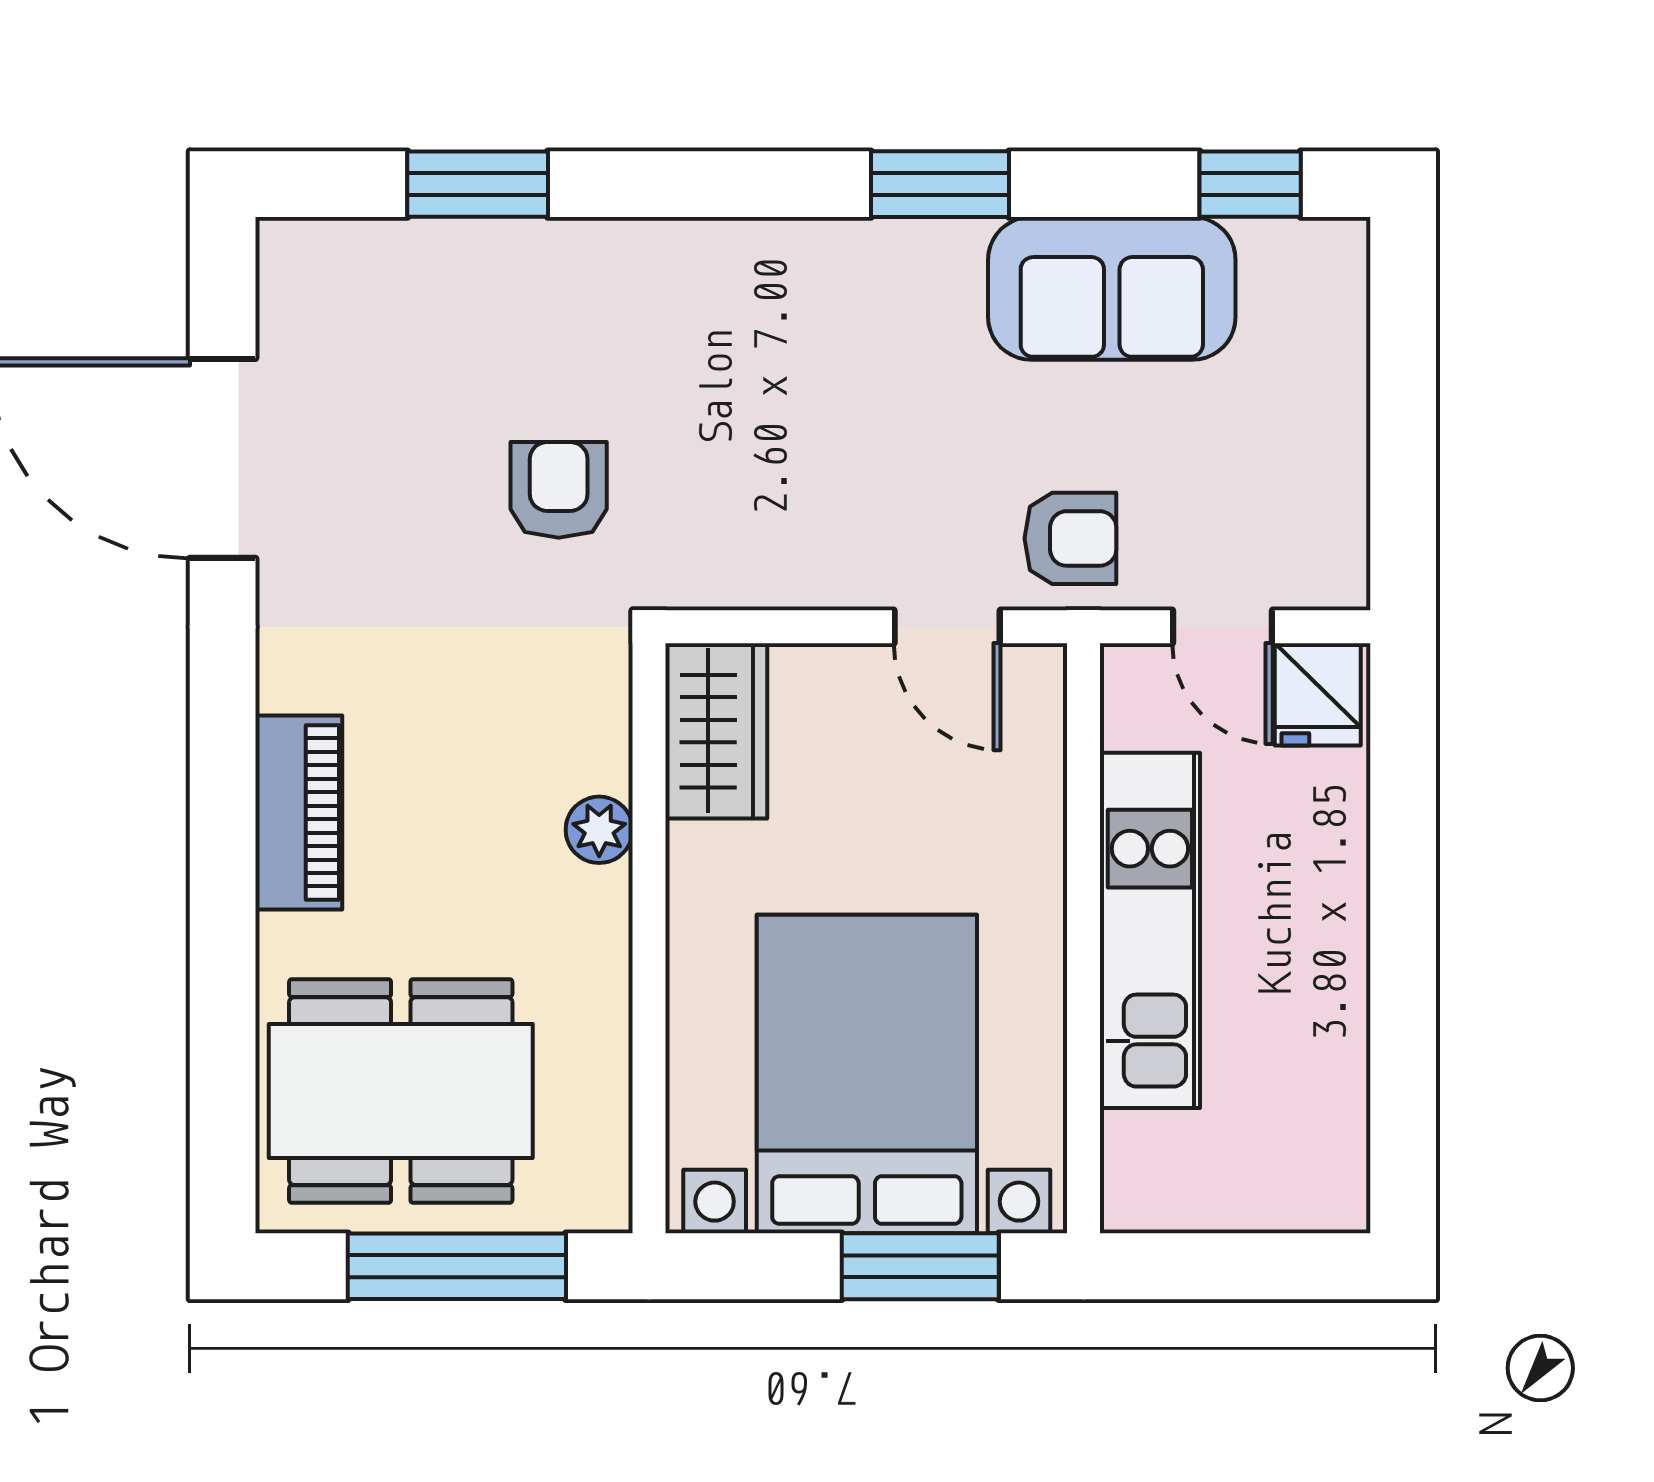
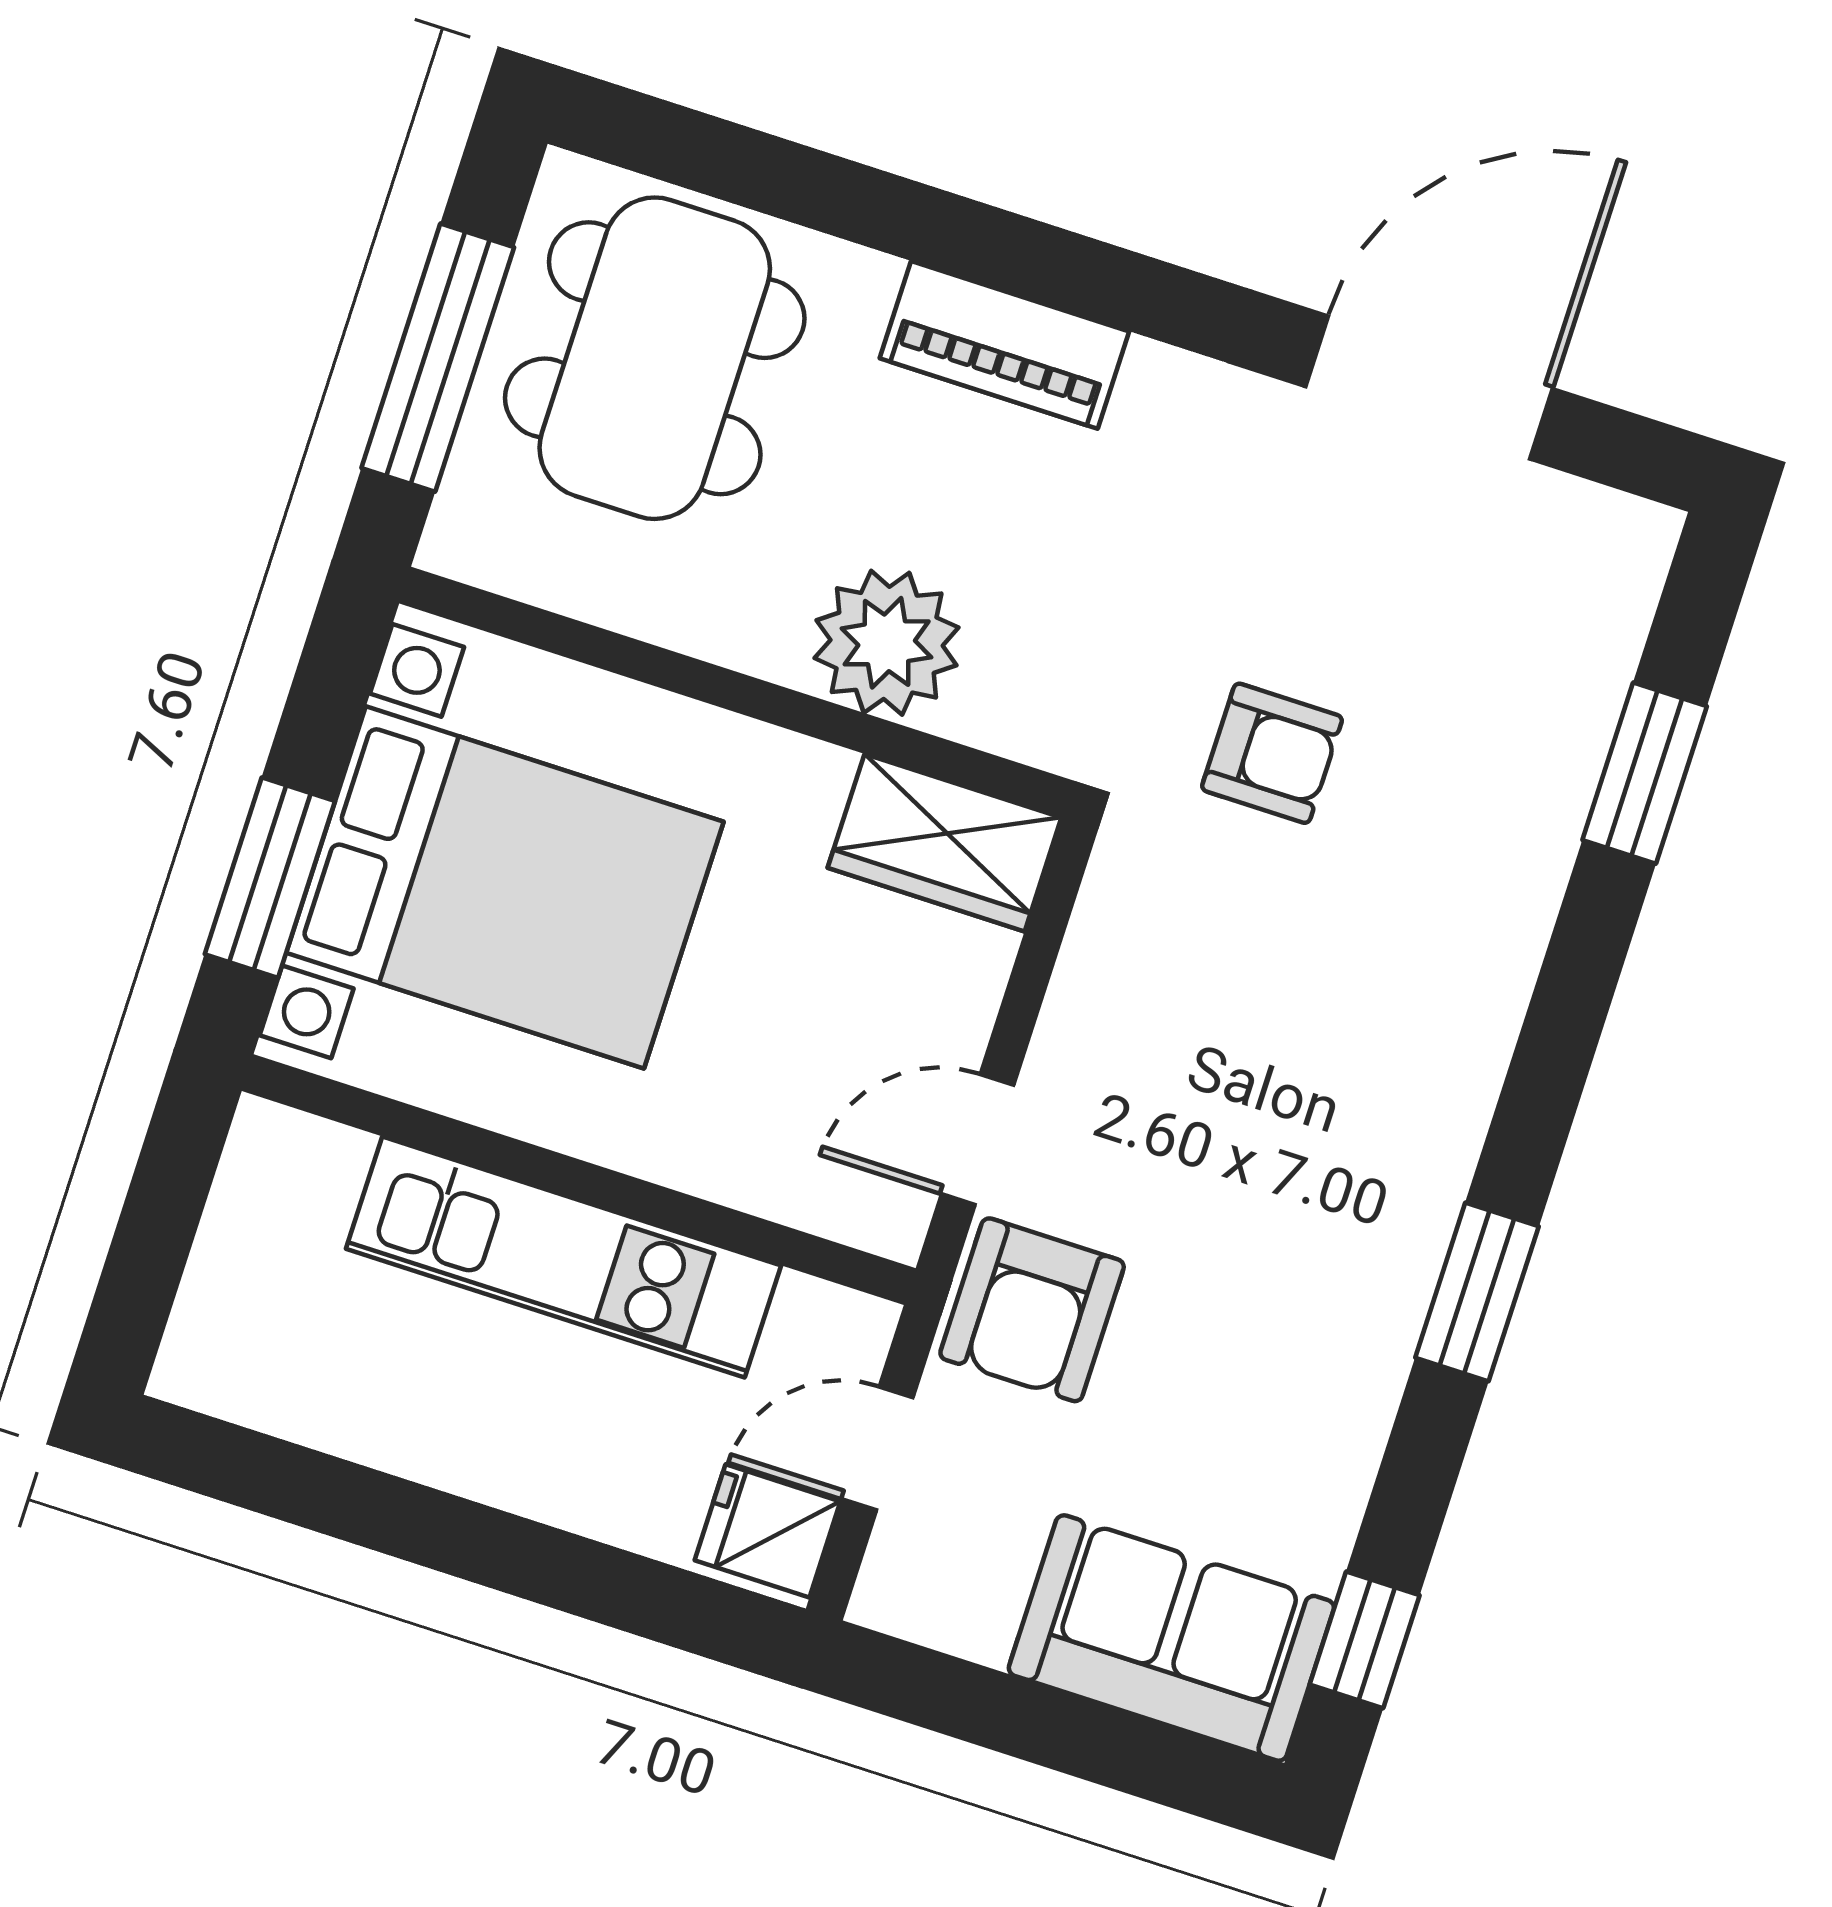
sofa: (1112, 288) -> (1171, 1638), moved, turned 90
armchair: (1070, 538) -> (1032, 1310), width x1.38, depth x1.38
plant: (599, 830) -> (887, 643), width x1.88, depth x1.88

